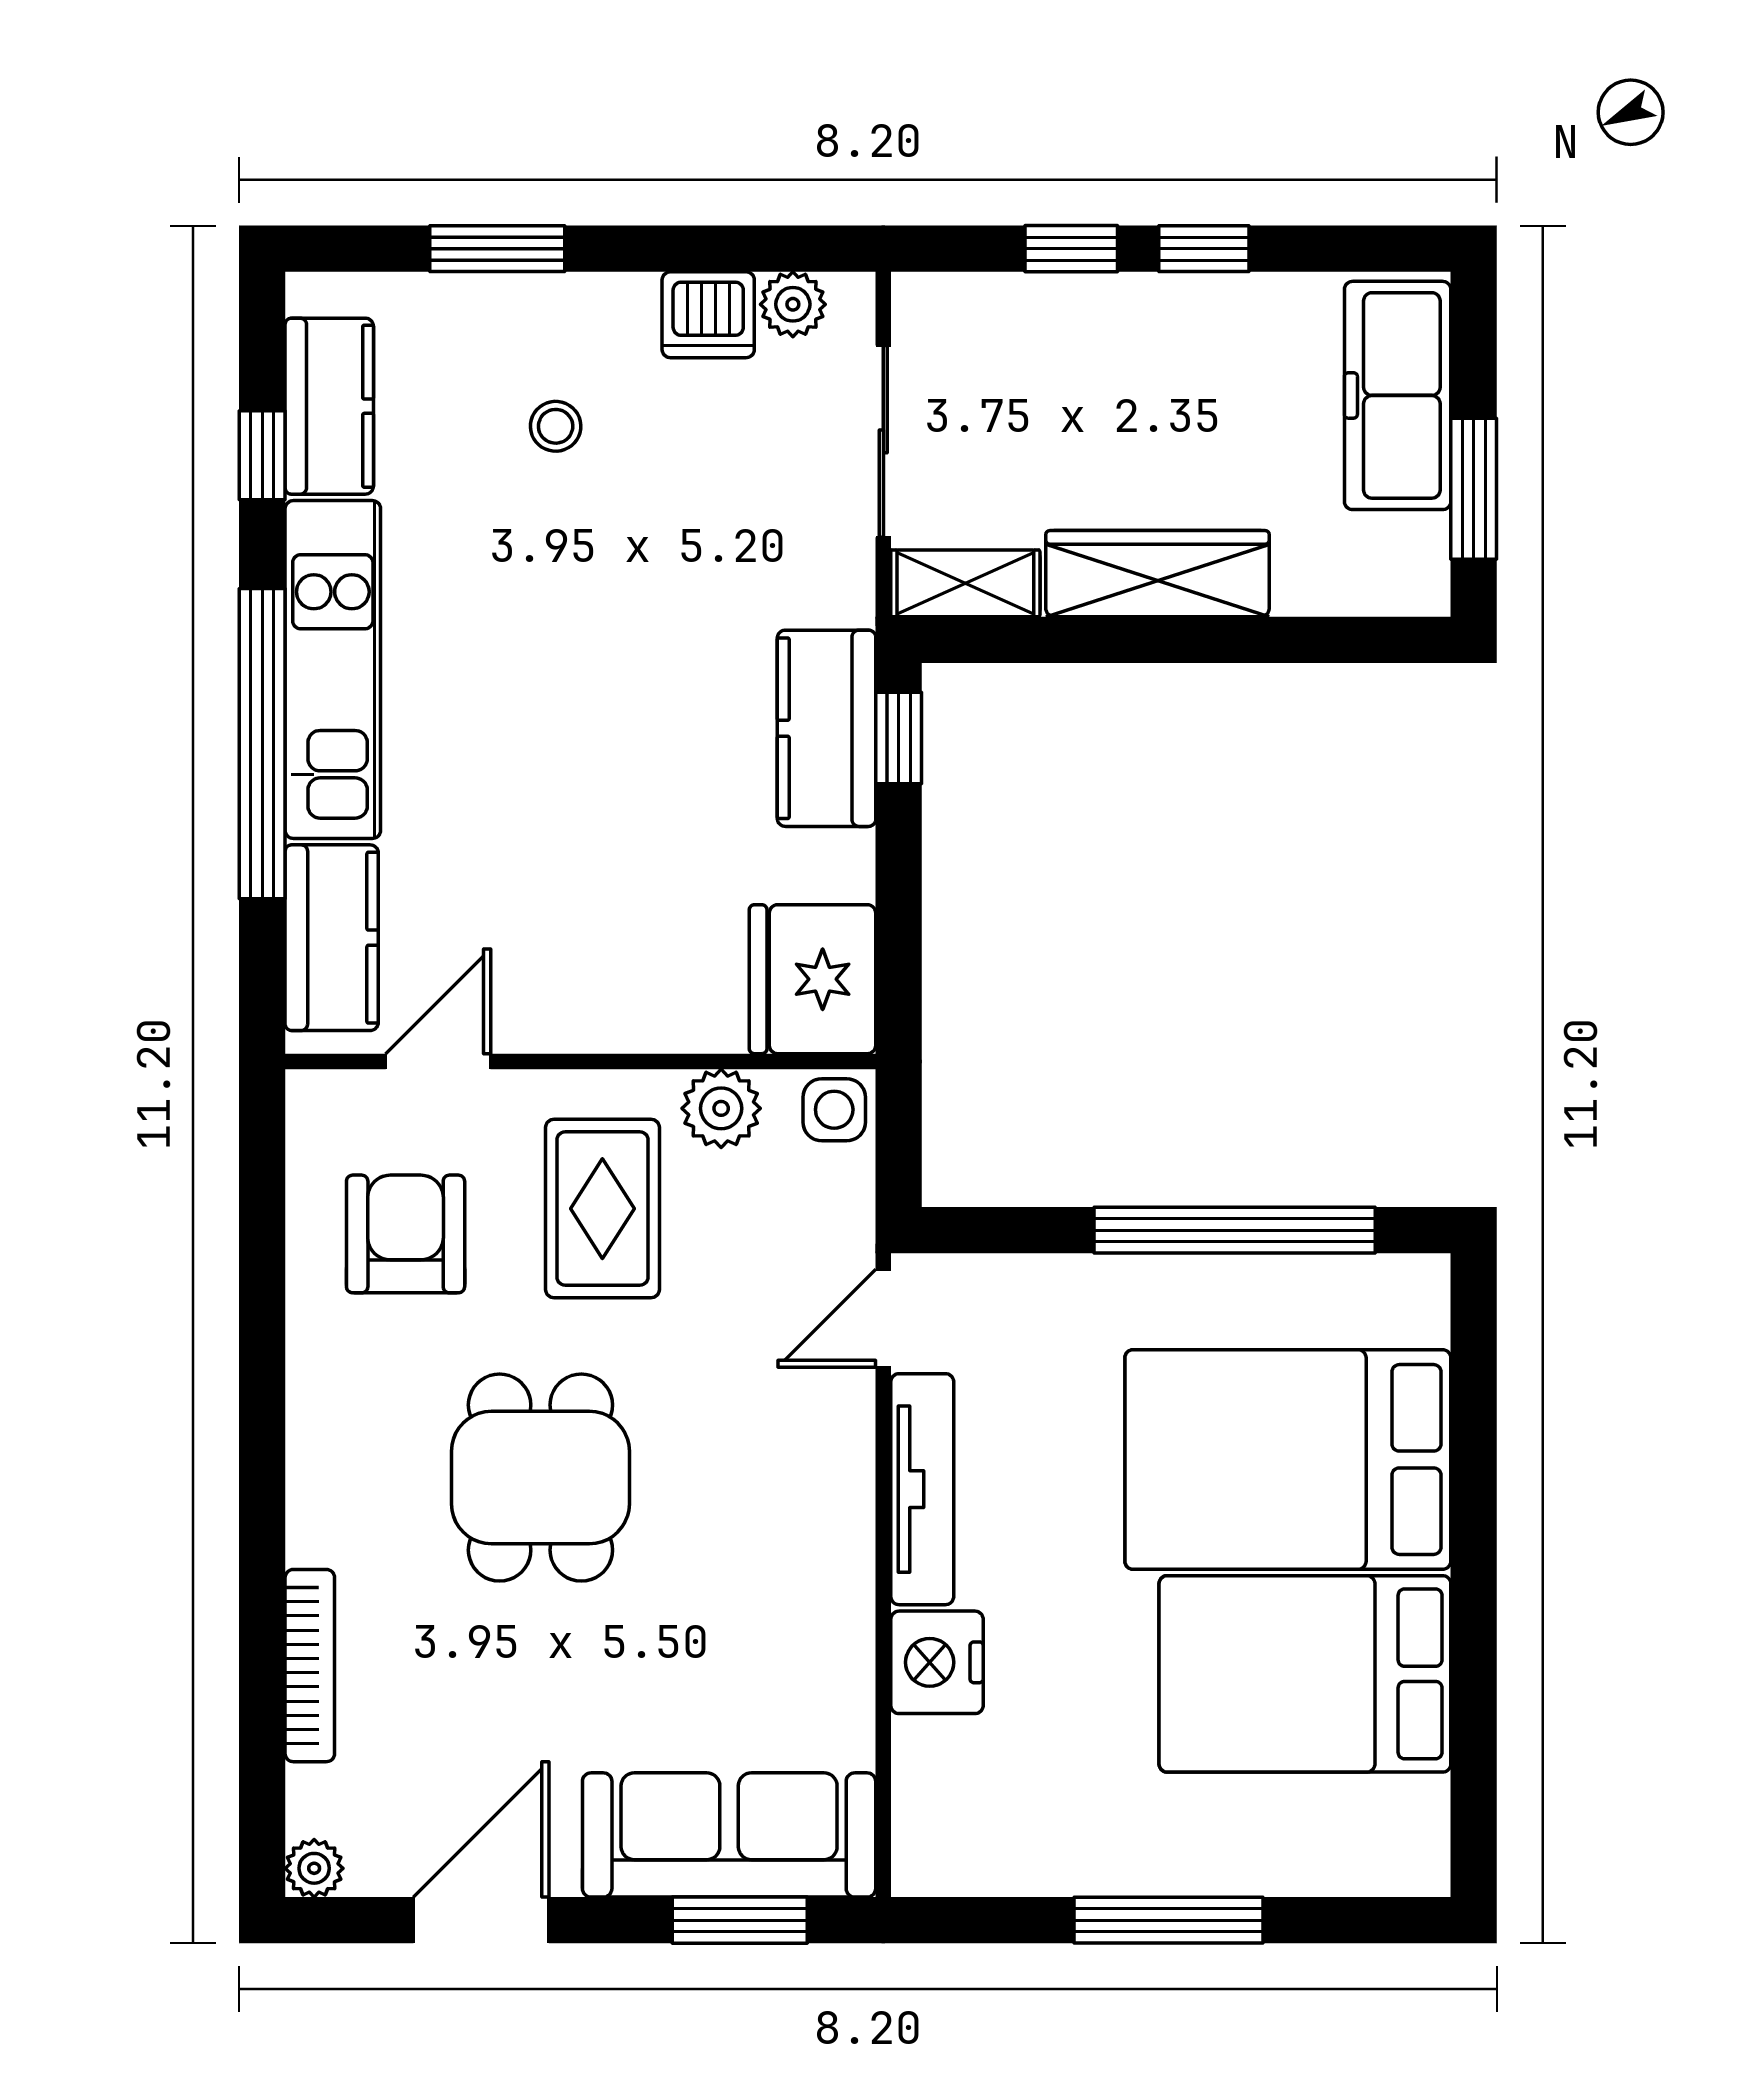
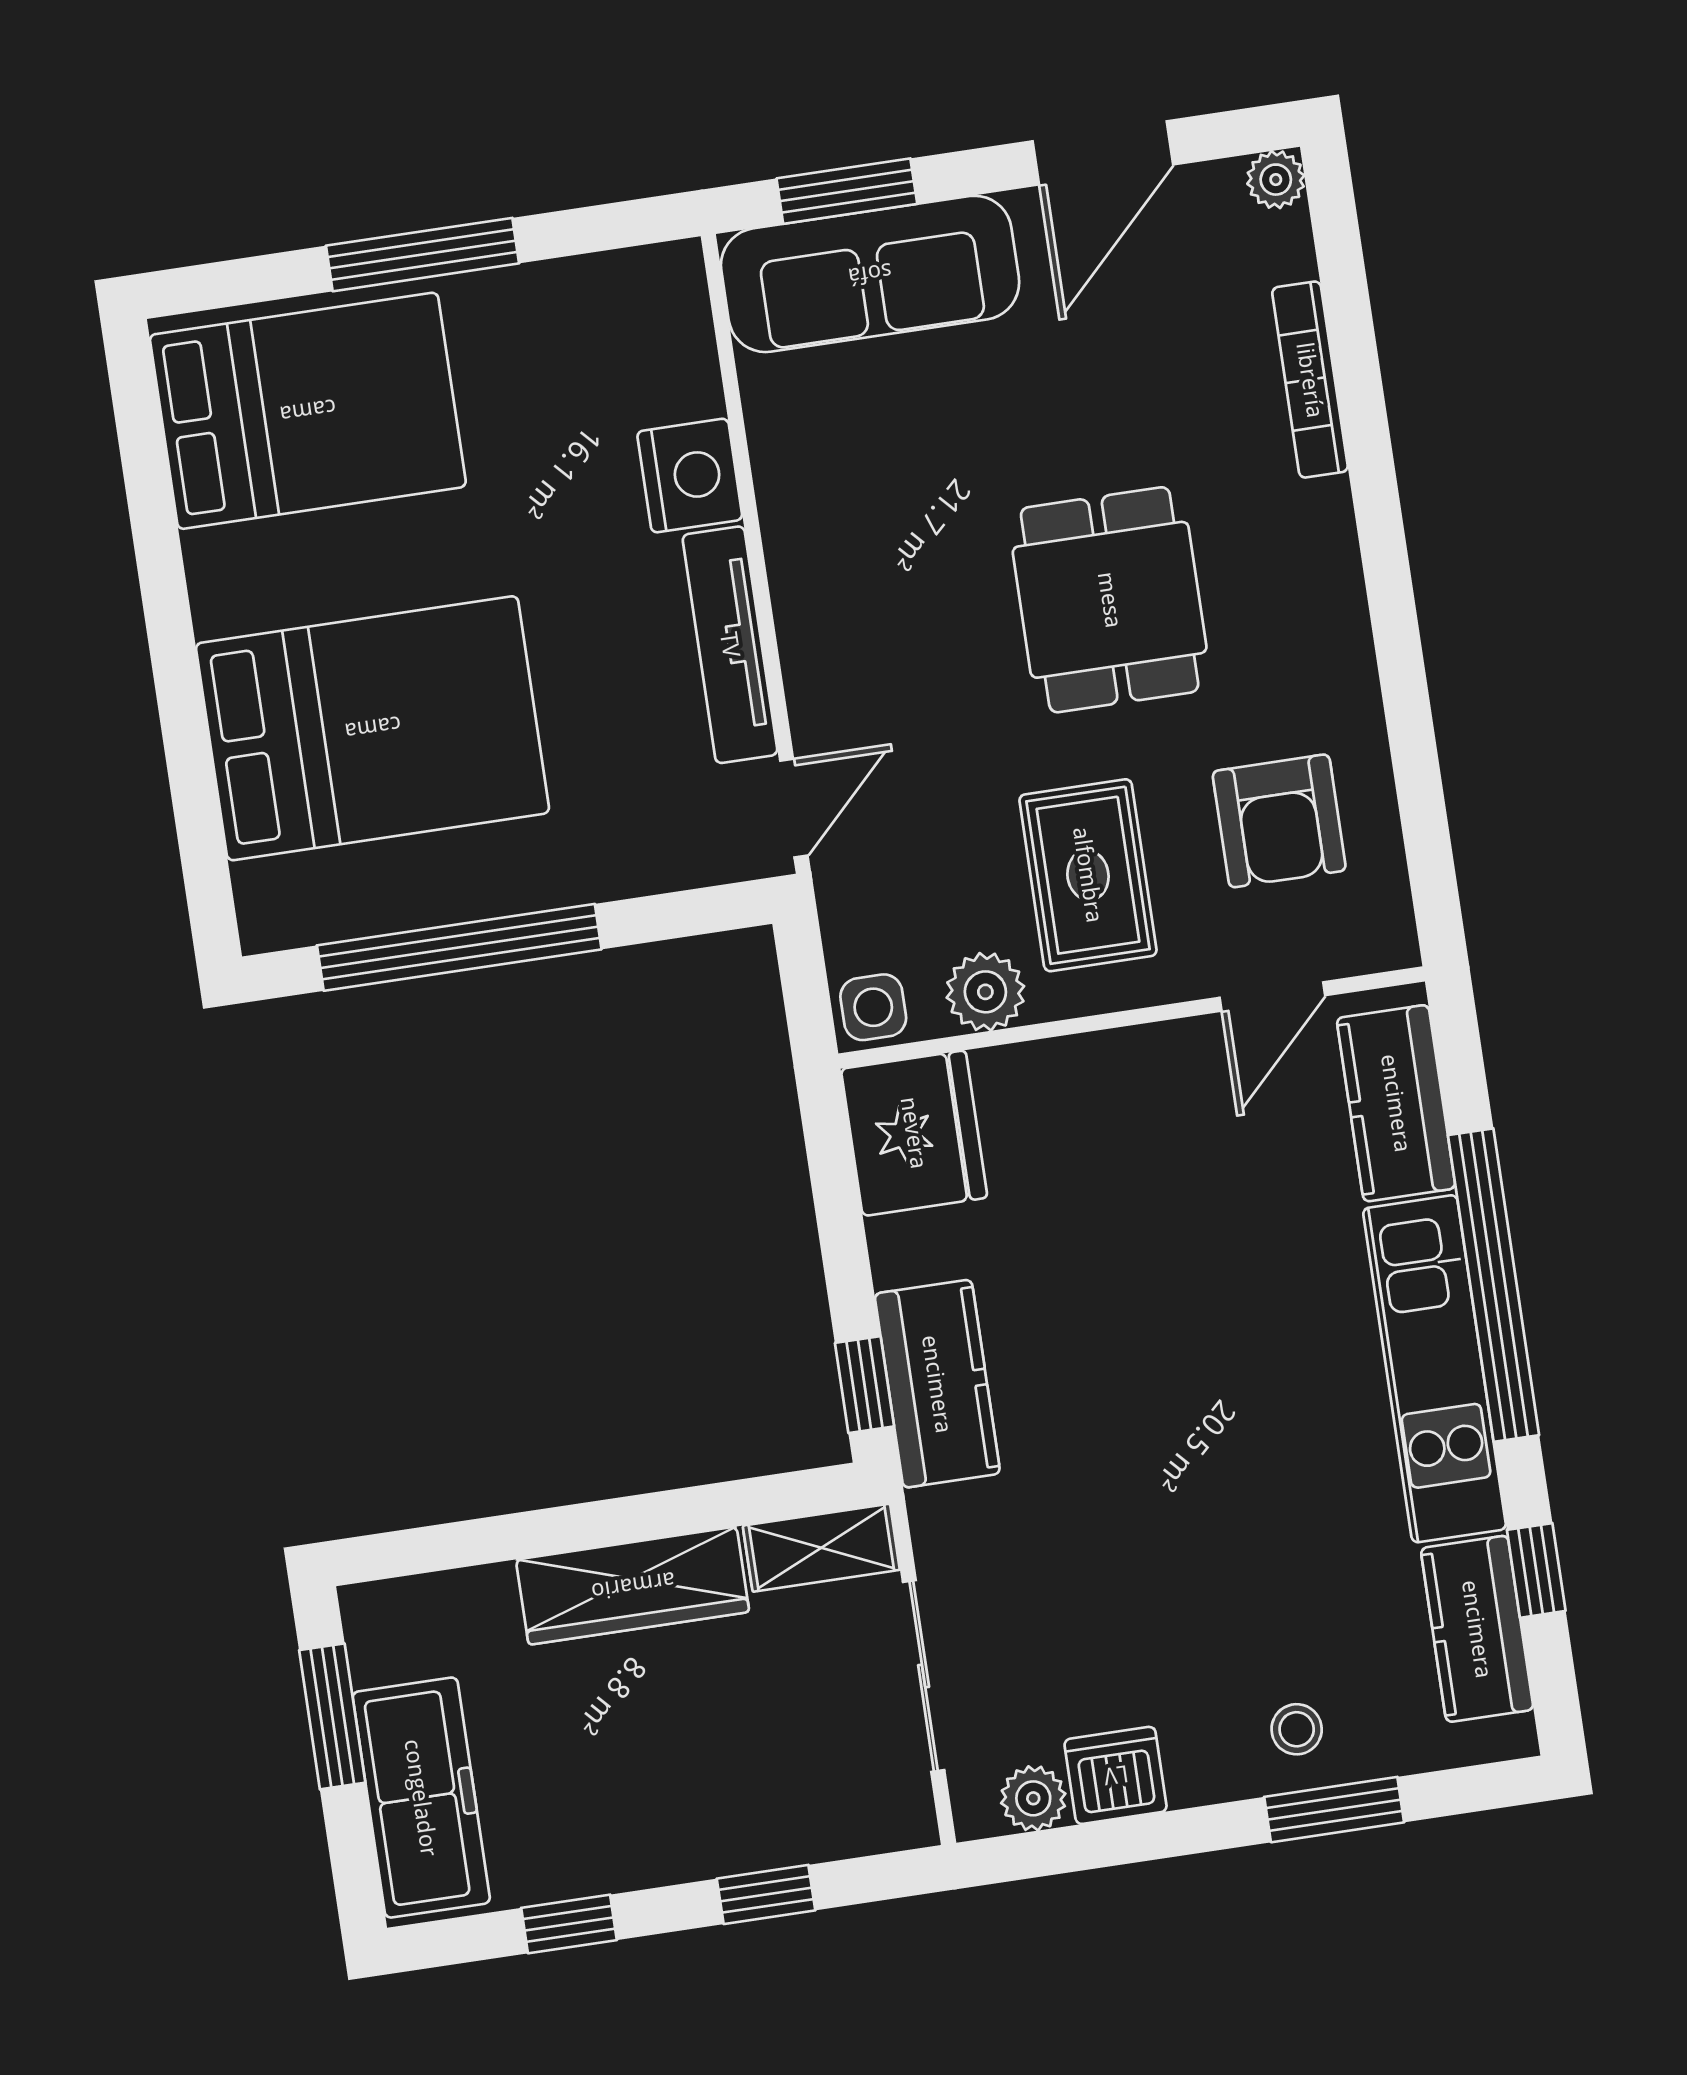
window: (1204, 249) -> (569, 1924), moved
stool: (556, 426) -> (1297, 1729), moved
bed: (1305, 1674) -> (308, 411), moved

